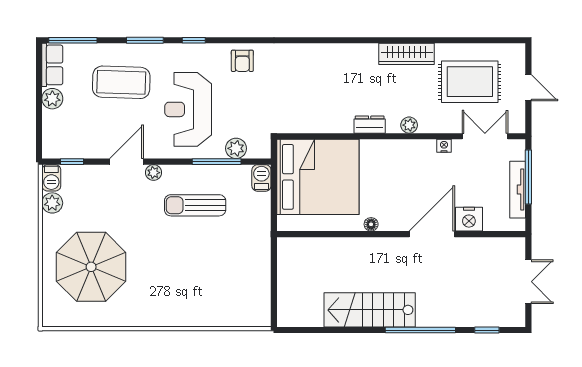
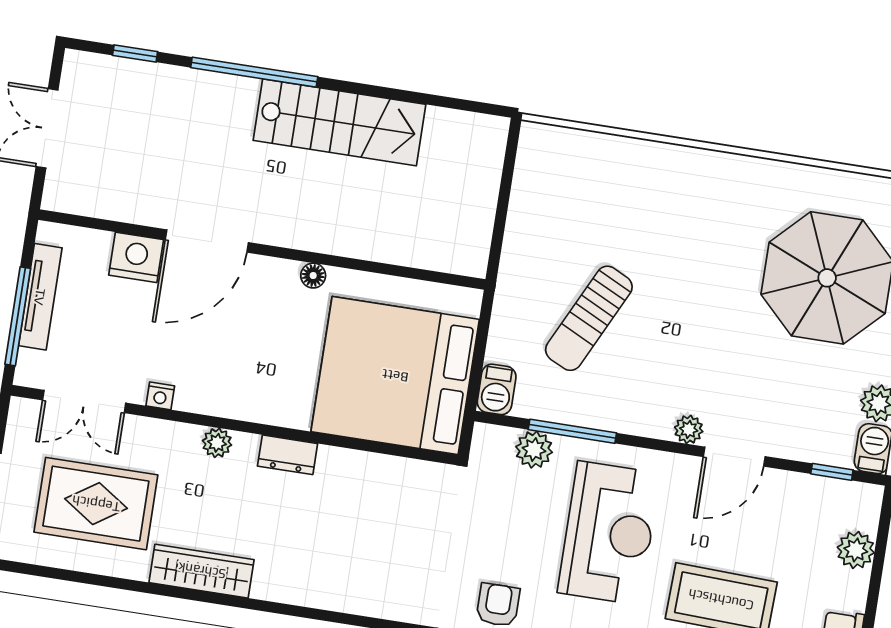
plant: (52, 99) -> (856, 550), moved
sun lounger: (195, 205) -> (589, 318), moved, turned 116

